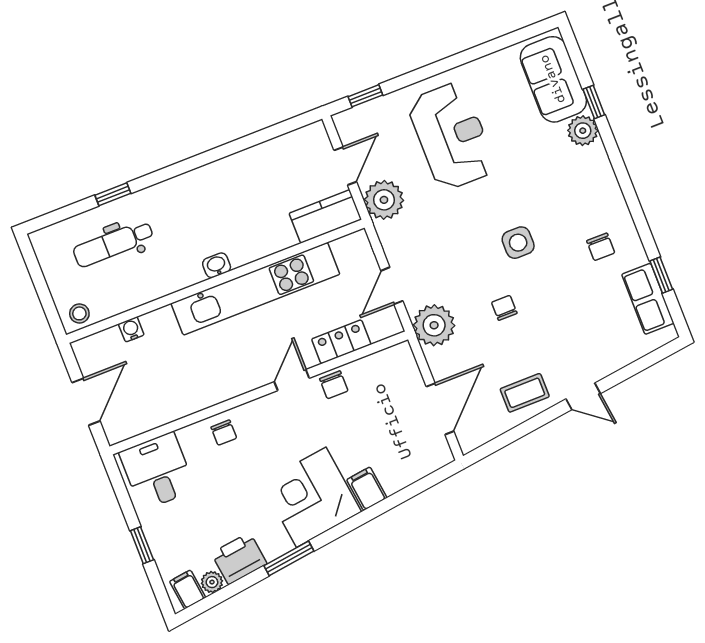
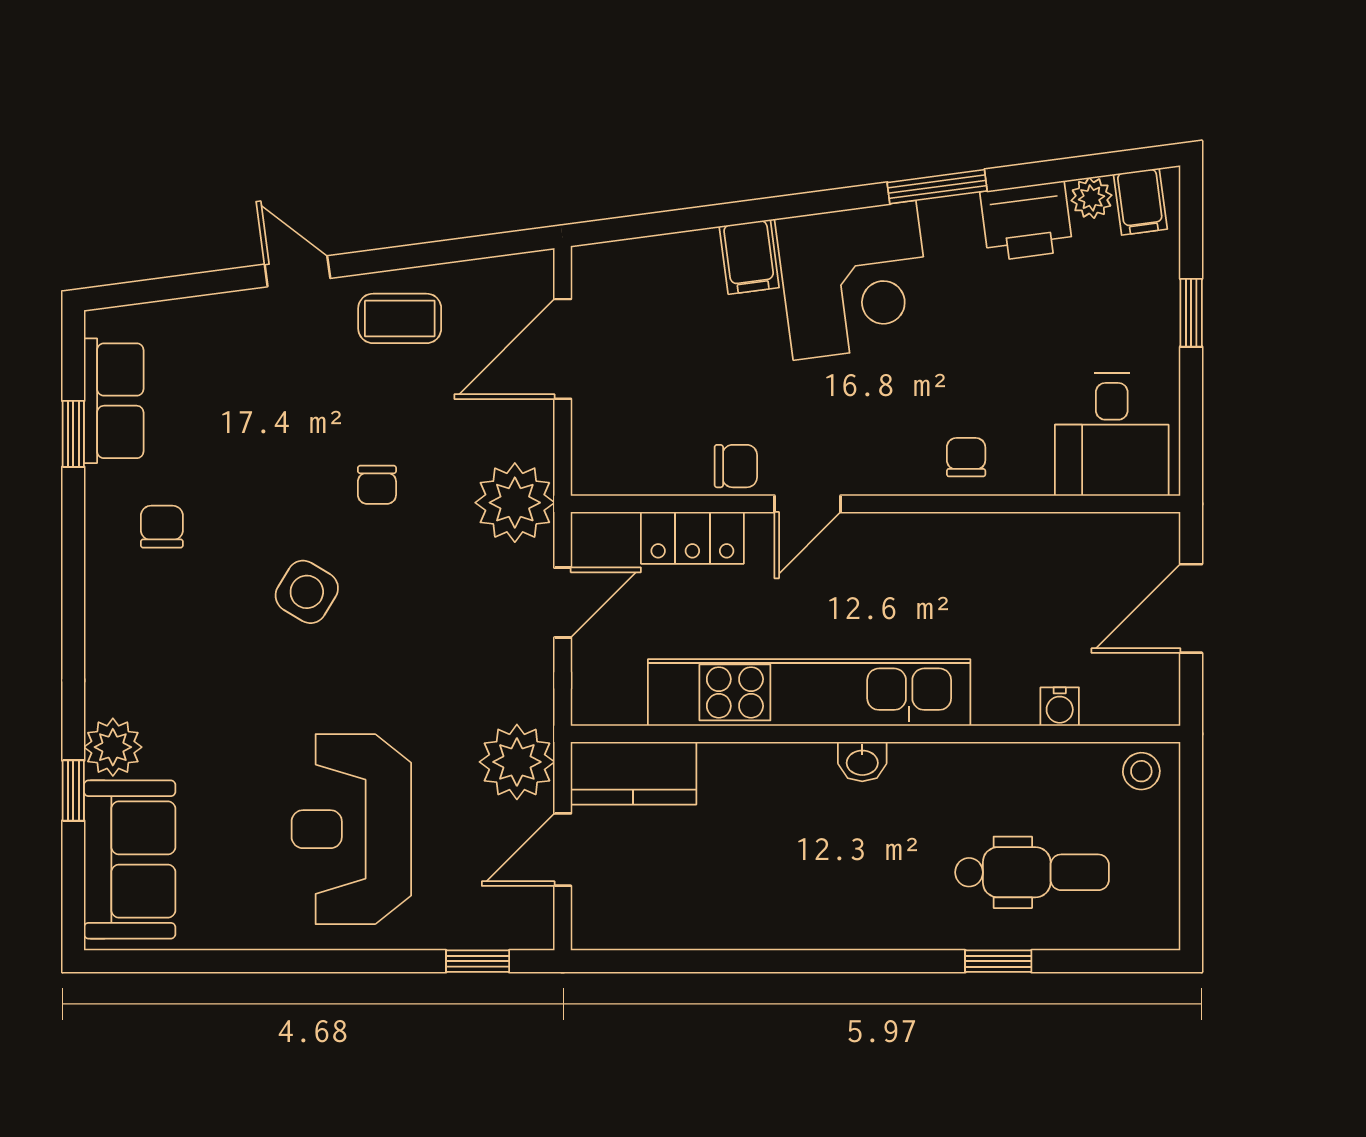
side table: (518, 243) -> (307, 592), turned 31
chair: (334, 385) -> (736, 466), turned 90

